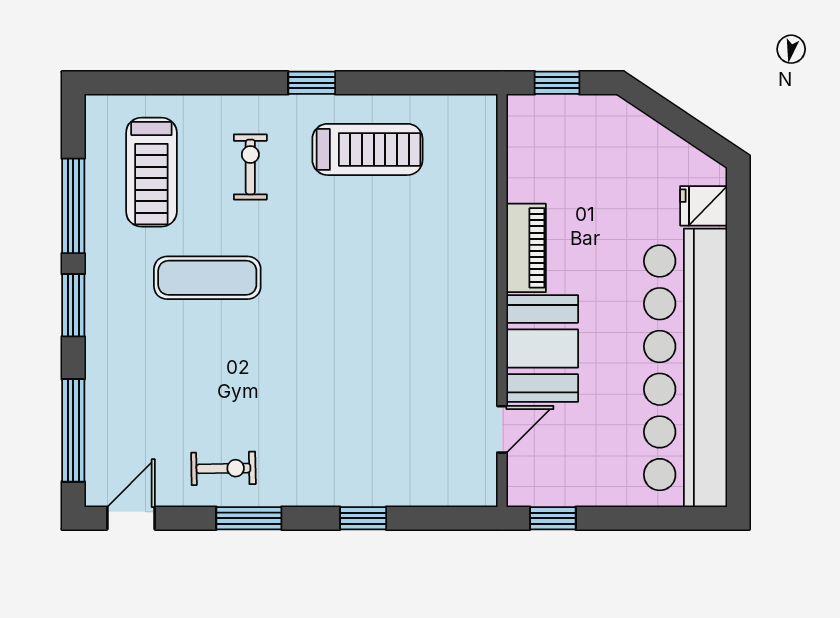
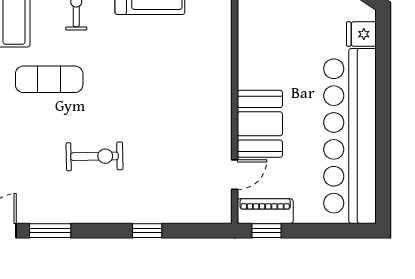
piano: (526, 248) -> (265, 211), moved, turned -90
exercise bike: (223, 468) -> (95, 156), moved, width x1.38, depth x1.39
window: (249, 518) -> (50, 231), moved

